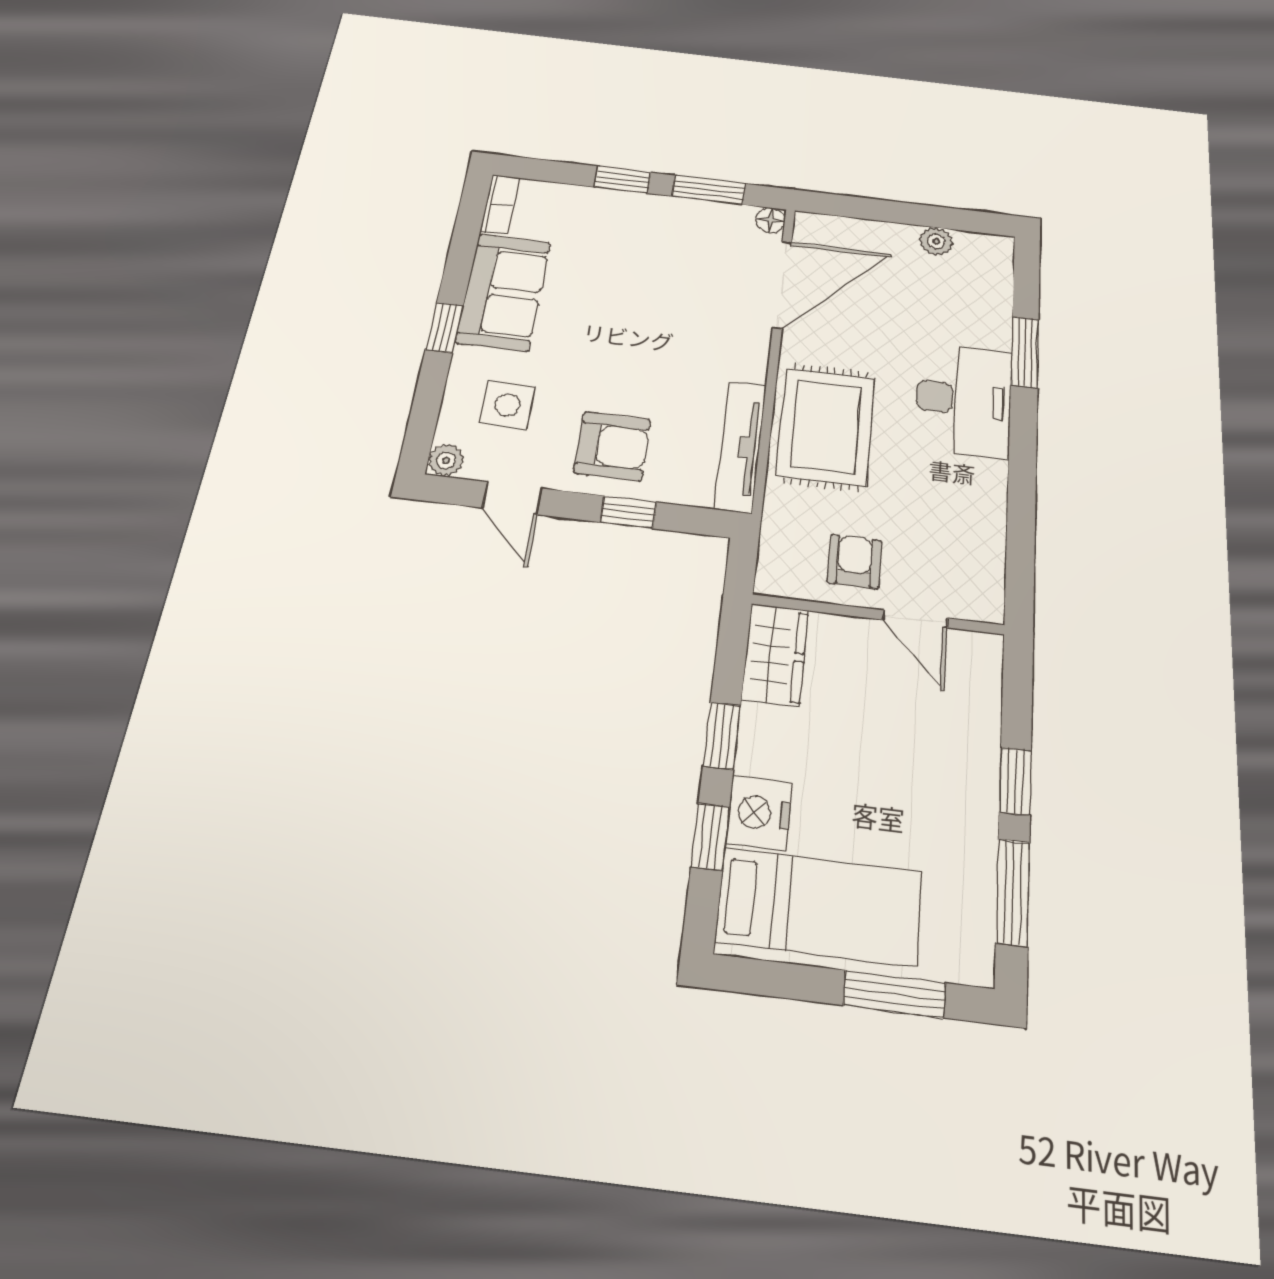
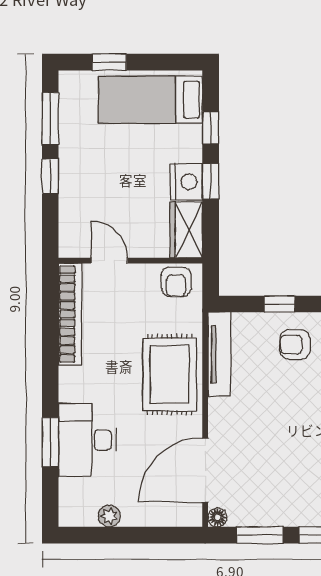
desk: (964, 400) -> (87, 440), moved
armchair: (613, 446) -> (295, 345), width x0.72, depth x0.72
bookcase: (987, 539) -> (70, 314), added
armchair: (855, 561) -> (176, 282), moved
nightstand: (759, 812) -> (186, 182), moved
window: (895, 994) -> (109, 62), width x0.67

